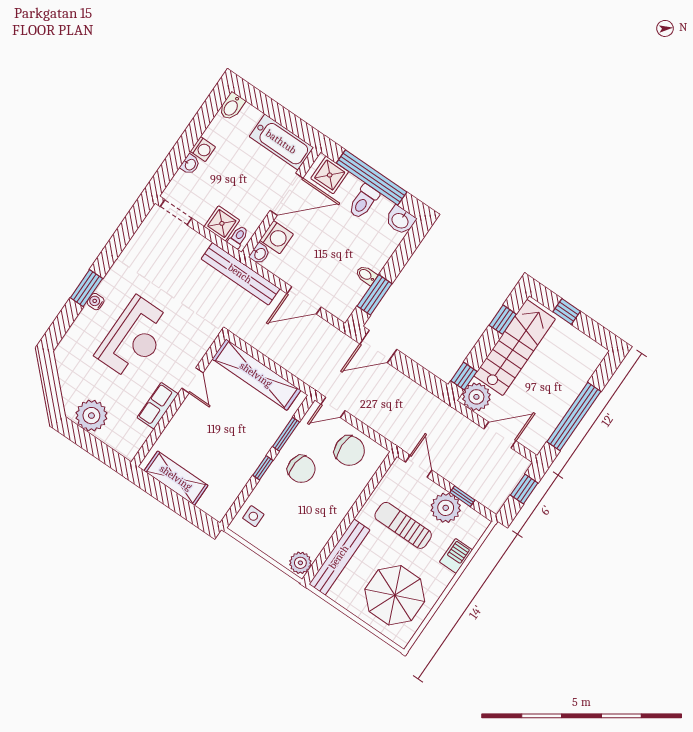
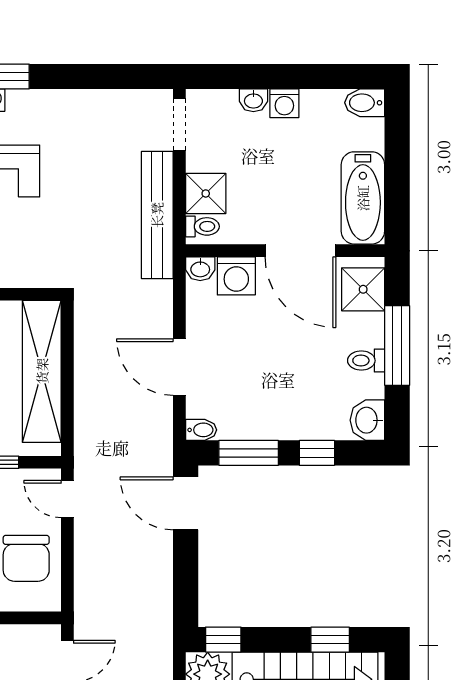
window: (372, 178) -> (397, 346), width x0.68
toilet: (364, 202) -> (366, 361), width x0.73, depth x0.72
window: (399, 259) -> (317, 453), added
bench: (240, 274) -> (157, 215), moved
bidet: (366, 275) -> (201, 430), moved, turned 90

